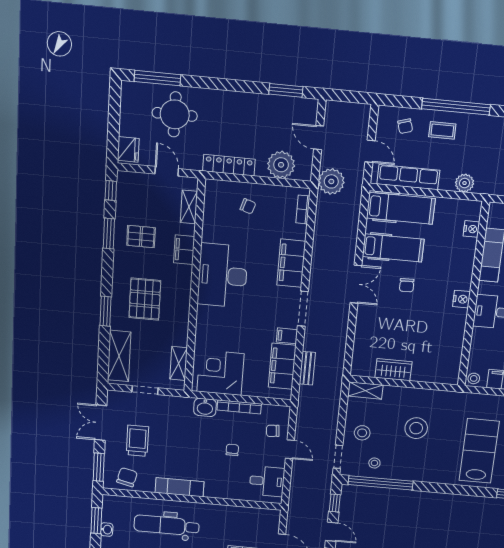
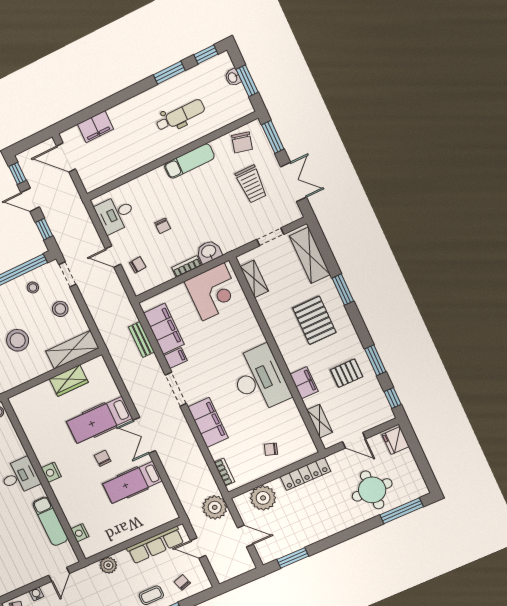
hospital bed: (401, 208) -> (99, 420), moved
shelving: (365, 391) -> (72, 350), width x1.50, depth x1.33
bookcase: (239, 407) -> (187, 267), width x0.64
dental chair: (167, 525) -> (180, 115), width x0.73, depth x0.72

